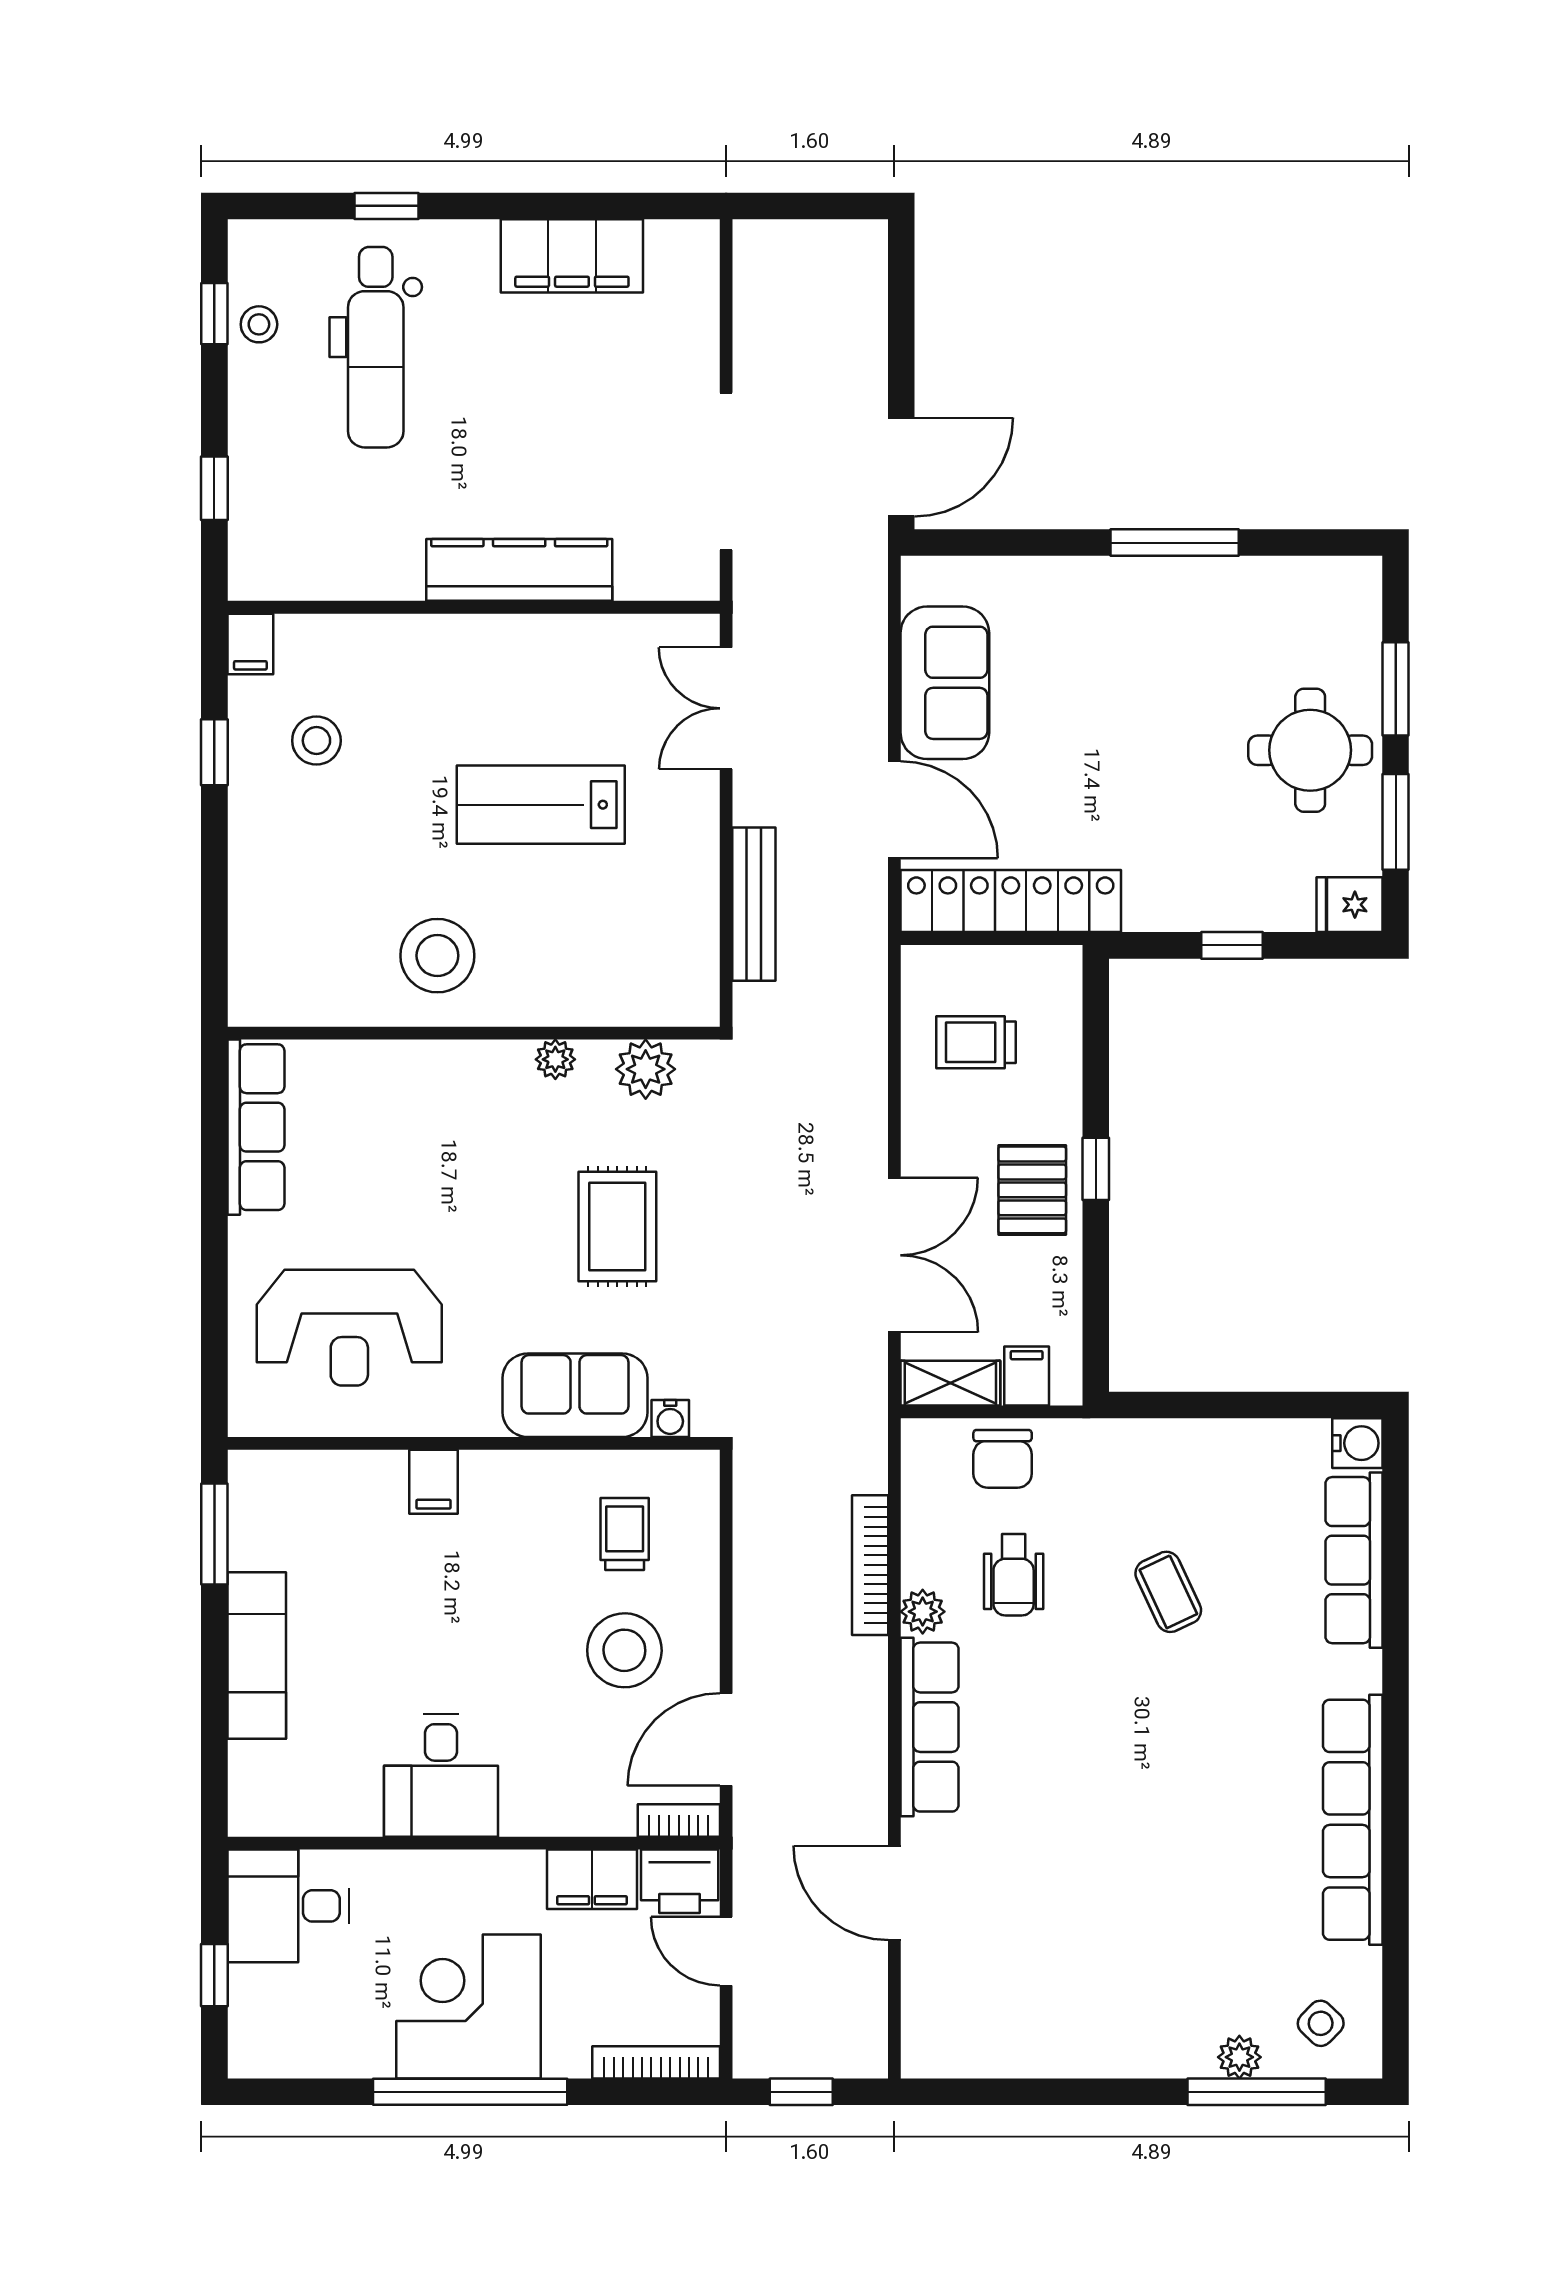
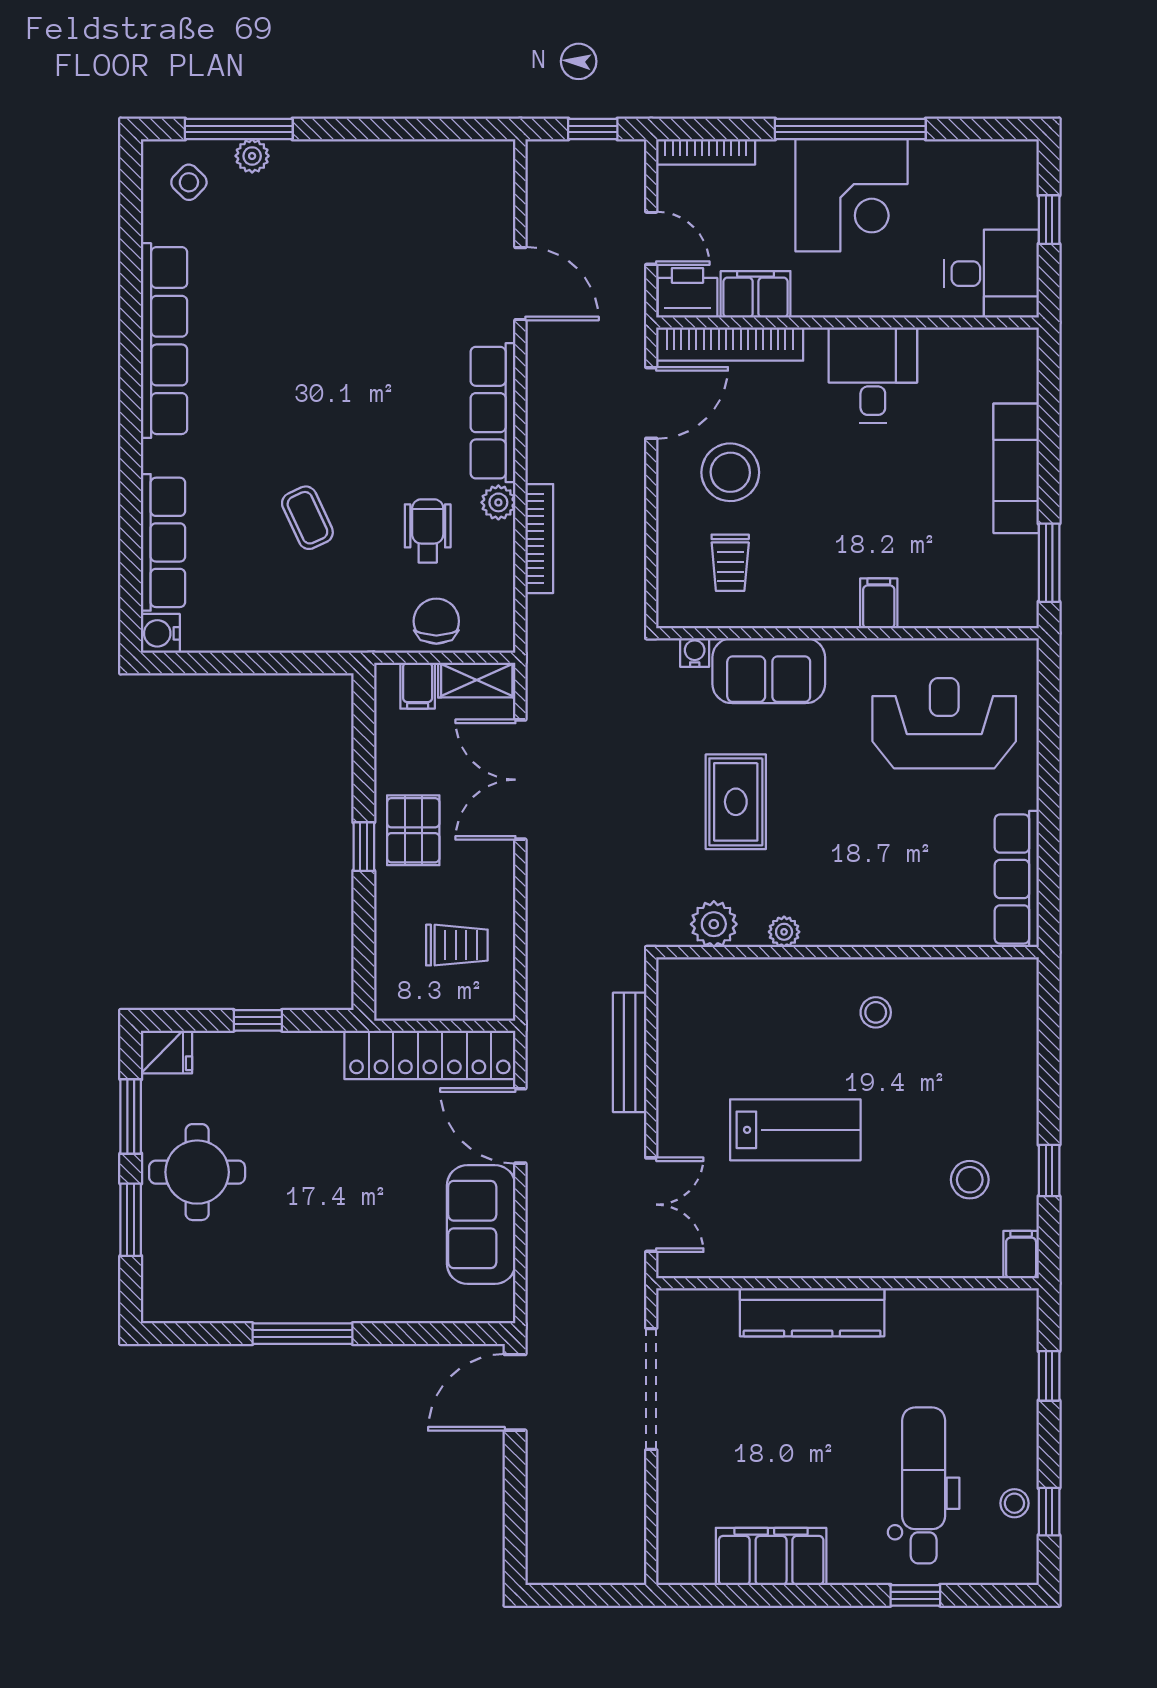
stool: (437, 956) -> (876, 1012), width x0.53, depth x0.53
bookcase: (679, 1820) -> (730, 344), width x2.31, depth x1.31

